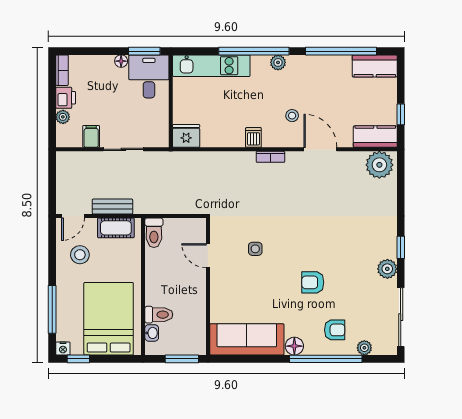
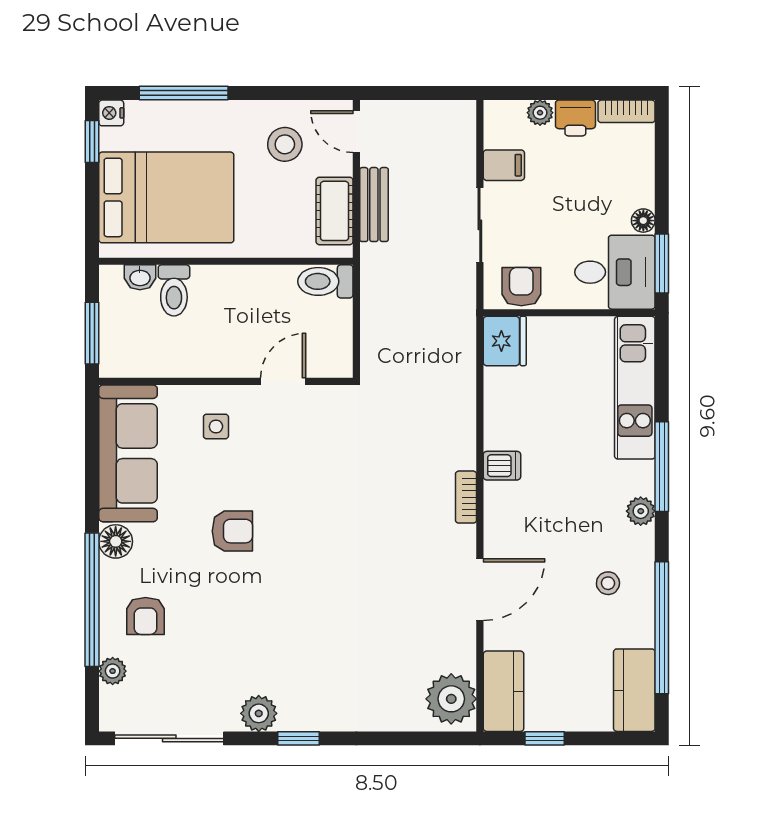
window: (254, 51) -> (662, 467), width x0.68
stool: (292, 116) -> (608, 583), moved
armchair: (157, 127) -> (521, 287), added
side table: (255, 249) -> (216, 427), moved
armchair: (313, 282) -> (232, 531), moved, turned 90

